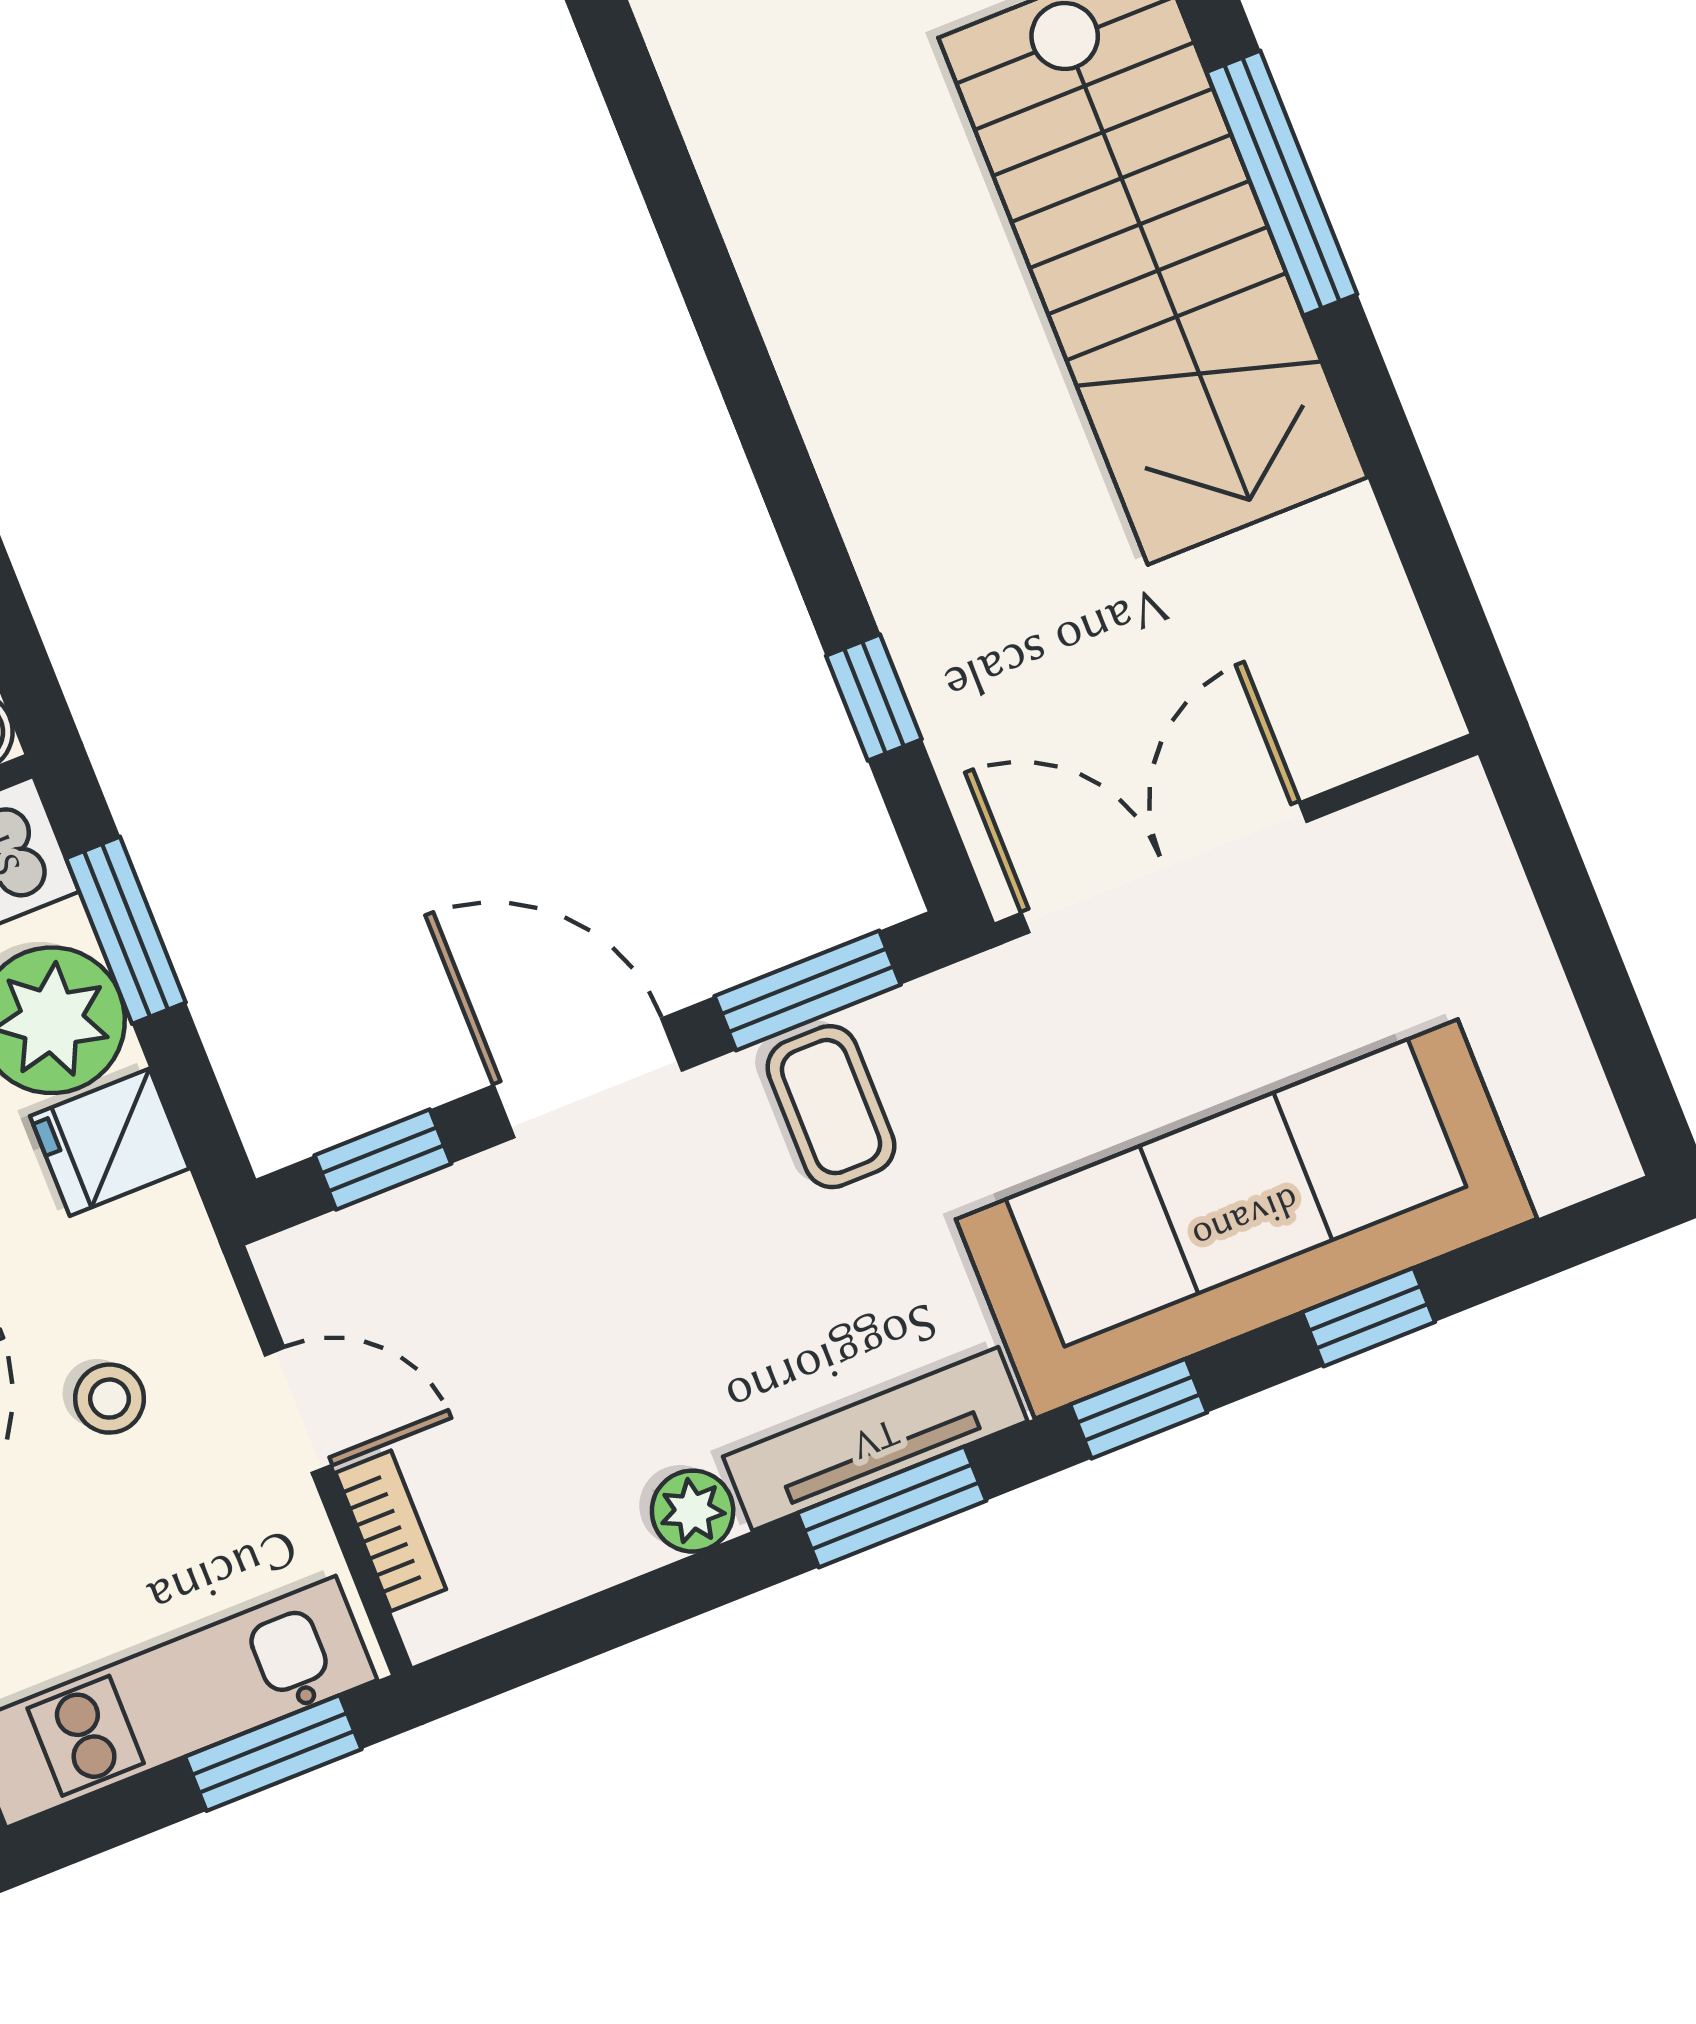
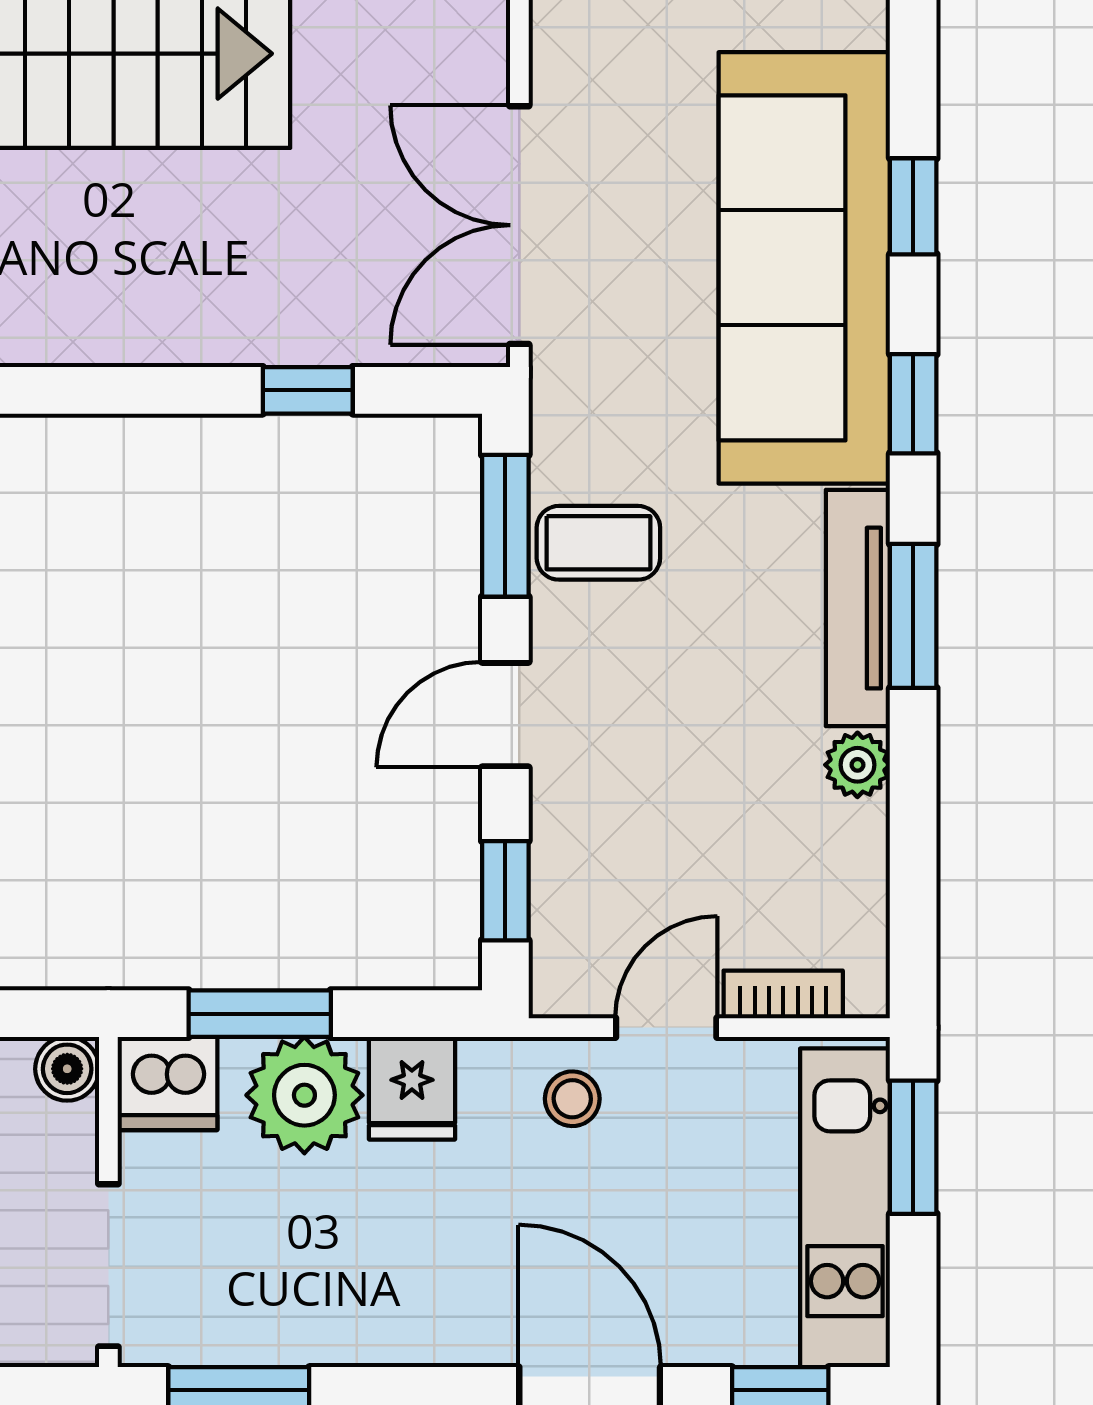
door: (588, 1078) -> (505, 715), width x0.73
stool: (110, 1399) -> (572, 1099), moved

